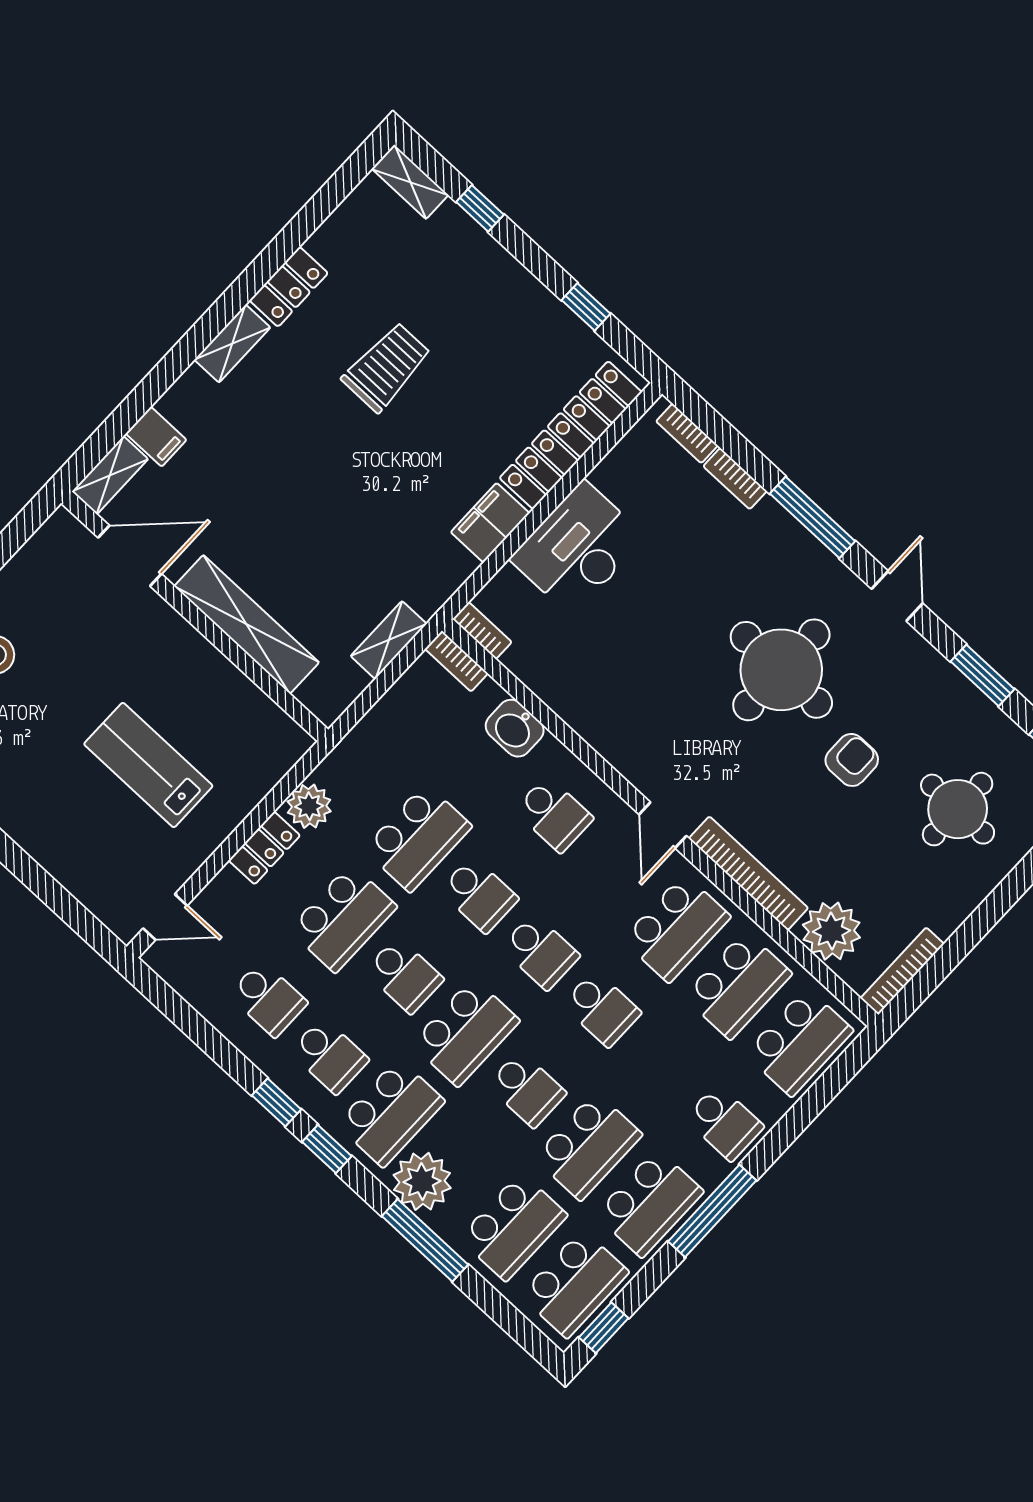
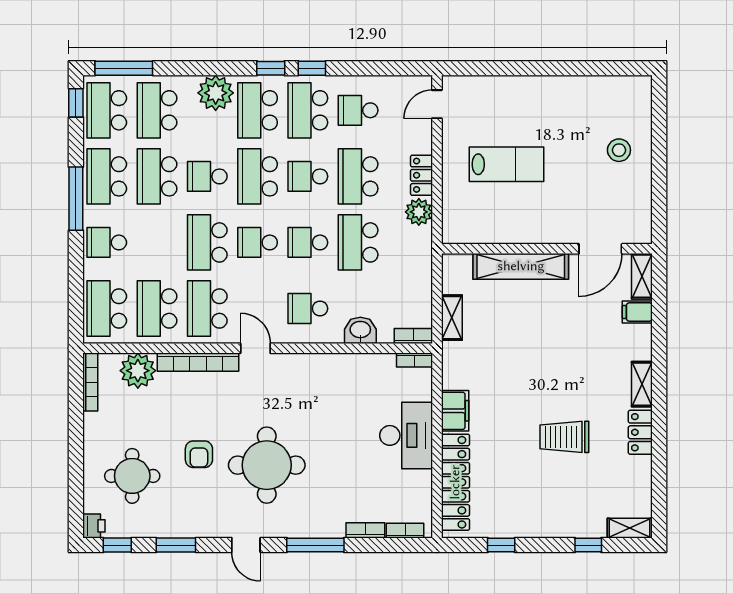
trolley: (387, 367) -> (564, 437), turned 90
school desk: (602, 1009) -> (207, 242), width x1.85
school desk: (329, 1056) -> (308, 110), width x1.85
window: (425, 1240) -> (124, 68), moved

